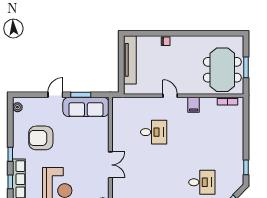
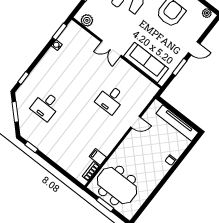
door: (55, 95) -> (194, 48), hinge flipped
door: (170, 96) -> (136, 122), moved
filing cabinet: (194, 105) -> (98, 157), moved
sofa: (86, 107) -> (146, 62), moved, turned 90

